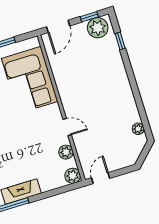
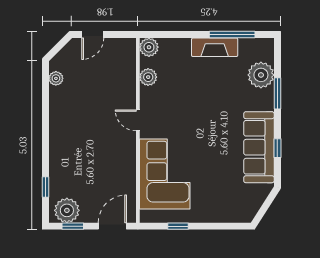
door: (67, 127) -> (138, 120), moved
door: (101, 178) -> (93, 34), moved

